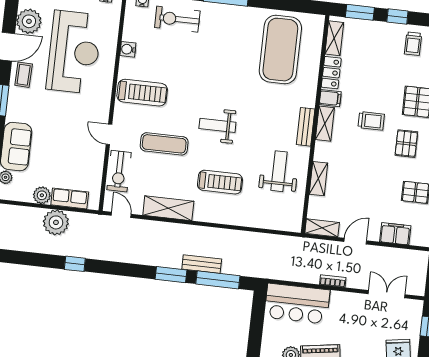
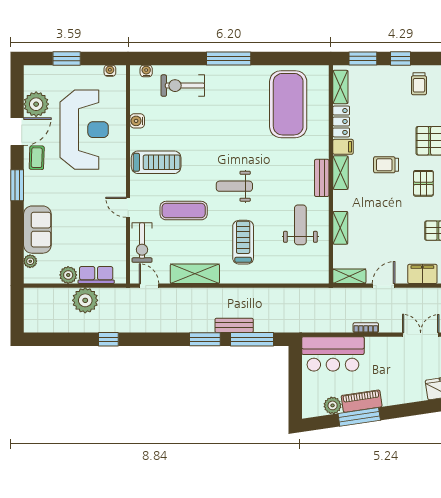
trolley: (371, 121) -> (386, 165), turned 180
treadmill: (220, 182) -> (243, 242), turned -90

